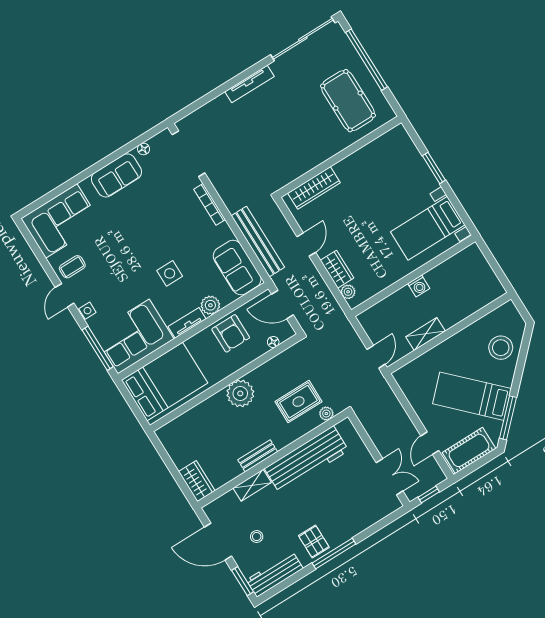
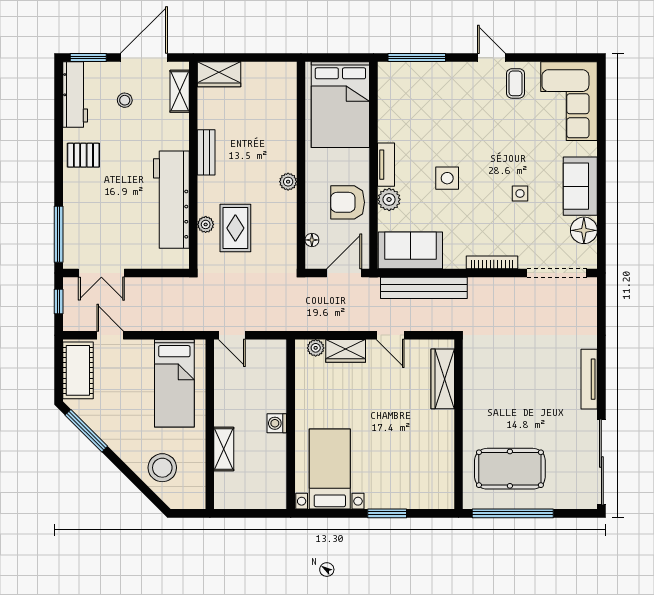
window: (366, 60) -> (513, 513), moved
floor lamp: (144, 149) -> (584, 230), width x1.89, depth x1.89
side table: (87, 311) -> (520, 193), moved
shelving: (425, 334) -> (224, 449), moved
corner sofa: (133, 336) -> (406, 101), removed
plant: (240, 393) -> (288, 182), width x0.53, depth x0.53
bed: (472, 396) -> (174, 383), moved, turned 135
plant: (326, 414) -> (206, 224), moved
shelving: (252, 485) -> (180, 91), moved
window: (334, 553) -> (59, 234), moved

